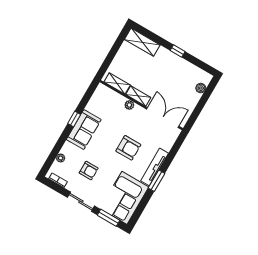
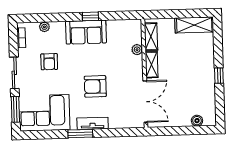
shelving: (142, 42) -> (194, 25), moved, turned 90
plant: (129, 105) -> (137, 50), moved
armchair: (128, 148) -> (95, 86), turned 90
tv unit: (155, 167) -> (93, 123), width x0.71

